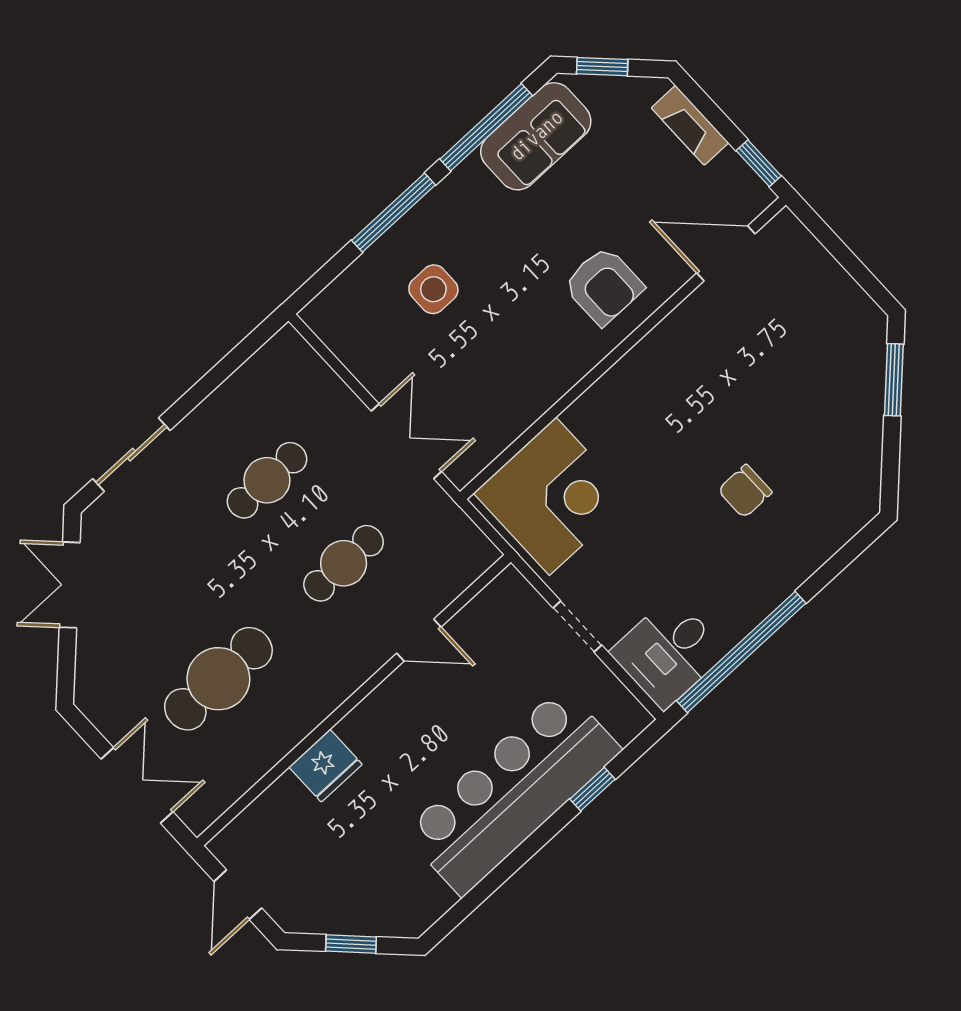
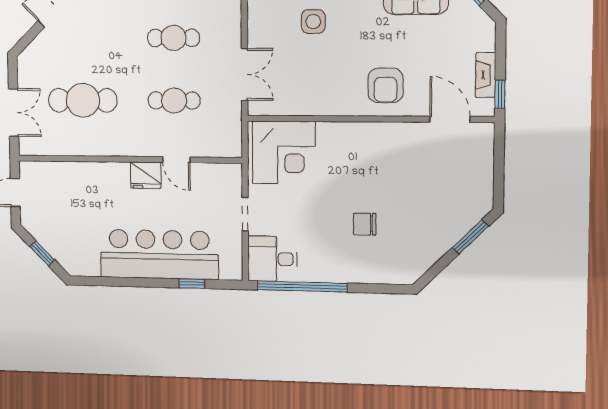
fireplace: (690, 125) -> (486, 75), moved
fridge: (326, 766) -> (146, 175), moved

